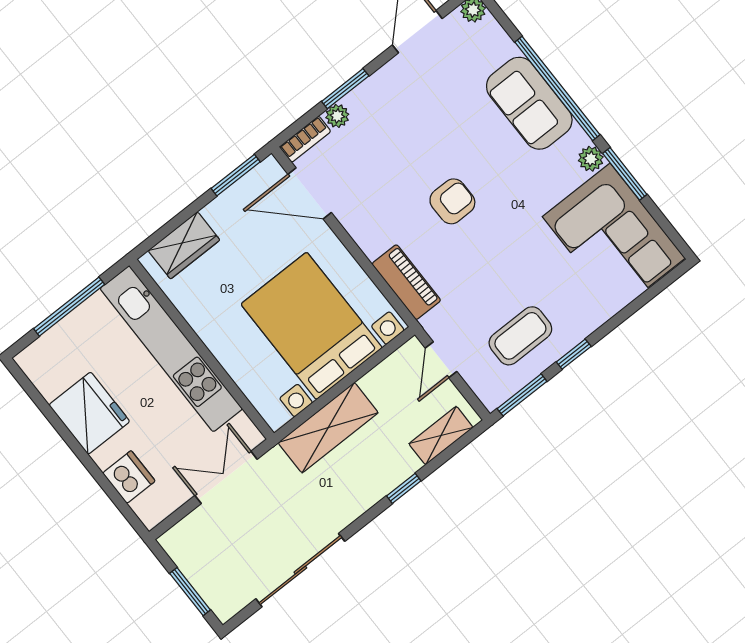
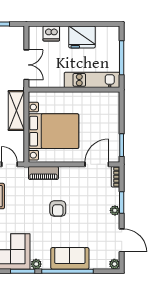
plant: (337, 116) -> (115, 210), moved
wardrobe: (184, 245) -> (112, 110), removed
kitchen unit: (171, 349) -> (92, 80), width x0.73

